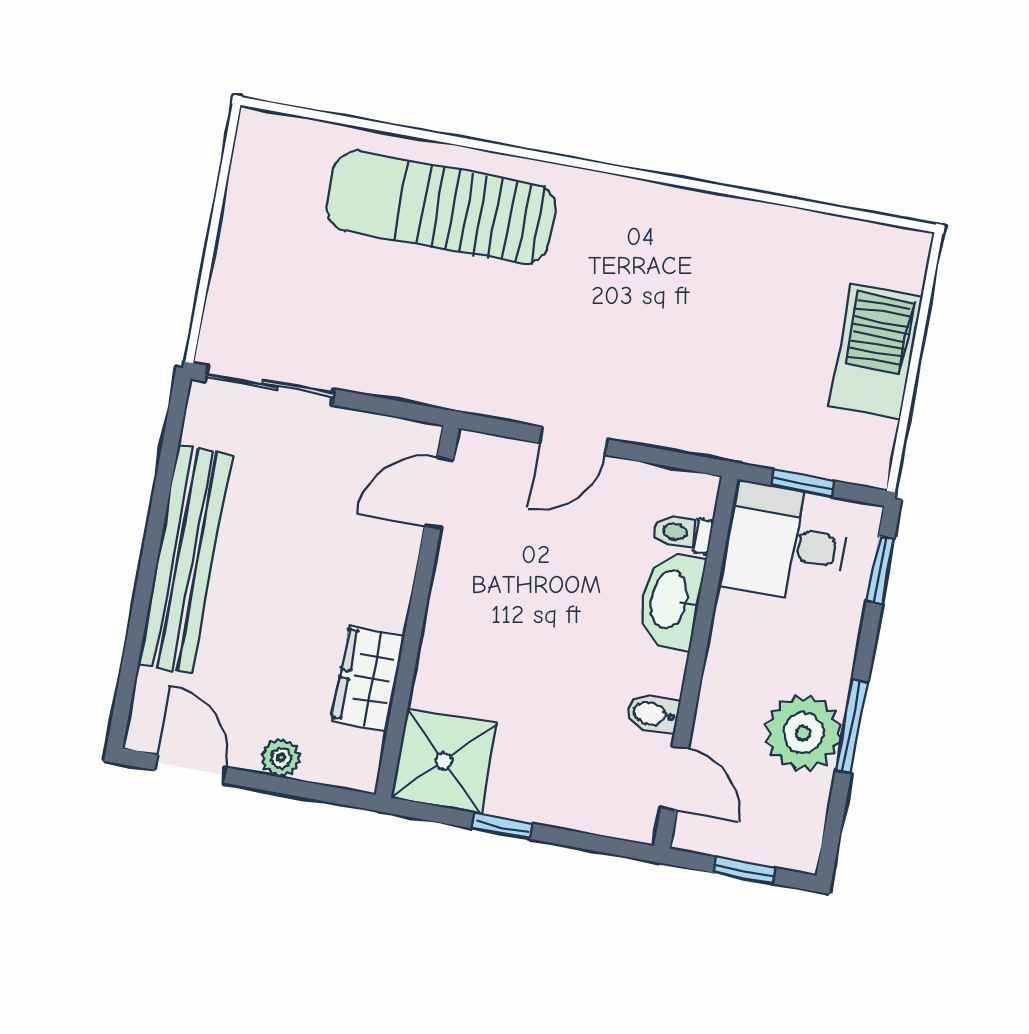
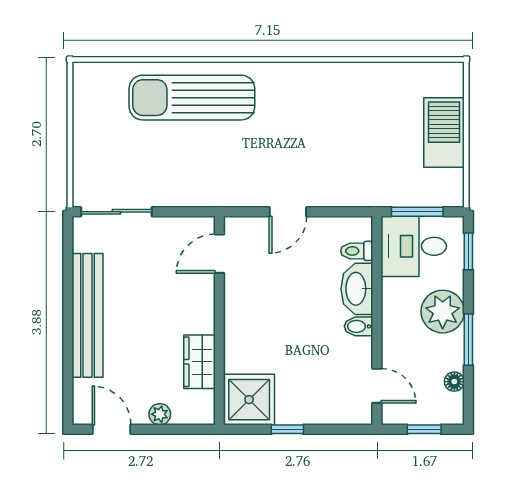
window: (803, 483) -> (417, 212), width x1.50
bidet: (653, 714) -> (358, 326), moved
plant: (803, 733) -> (443, 312), moved
floor lamp: (813, 796) -> (454, 382), added

